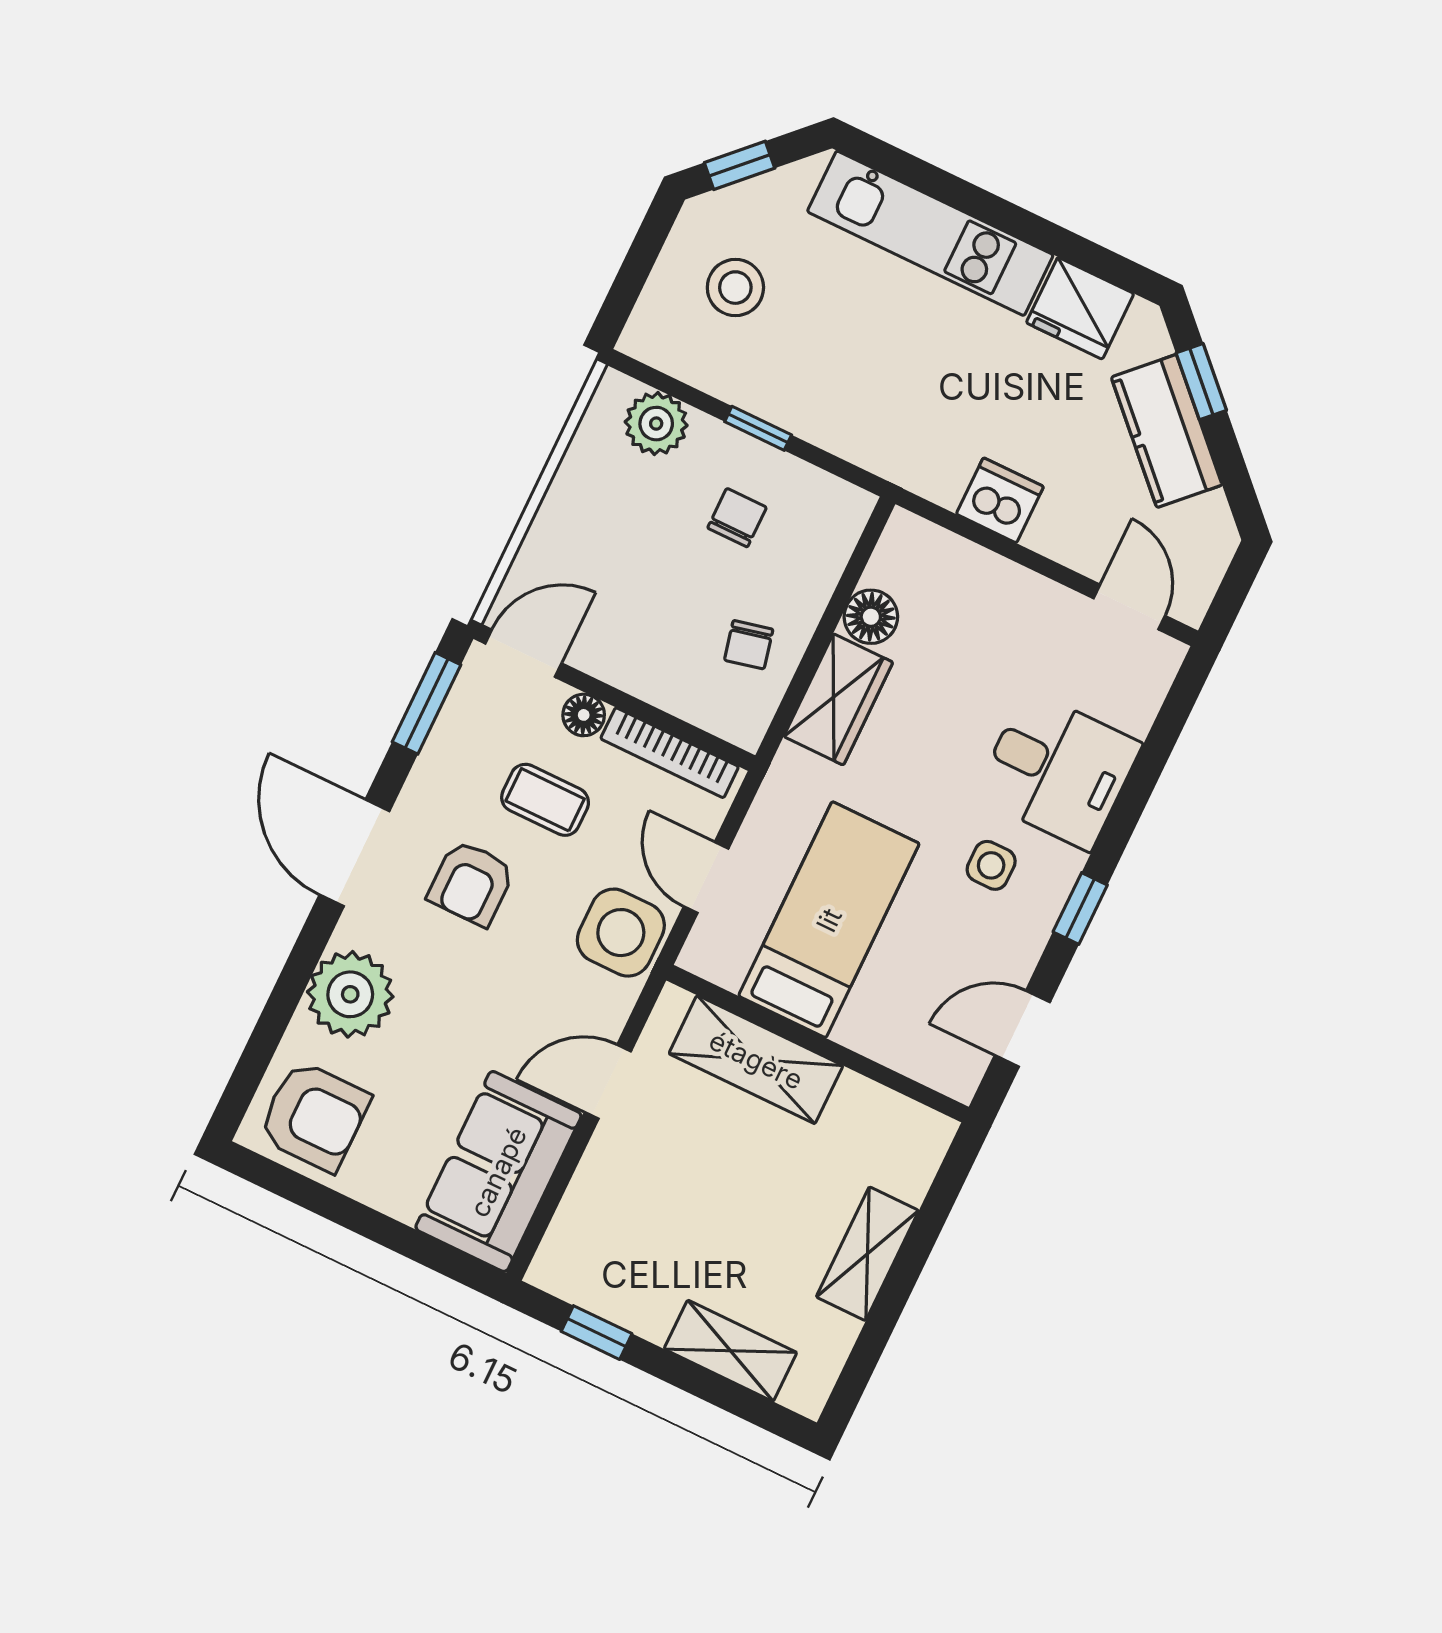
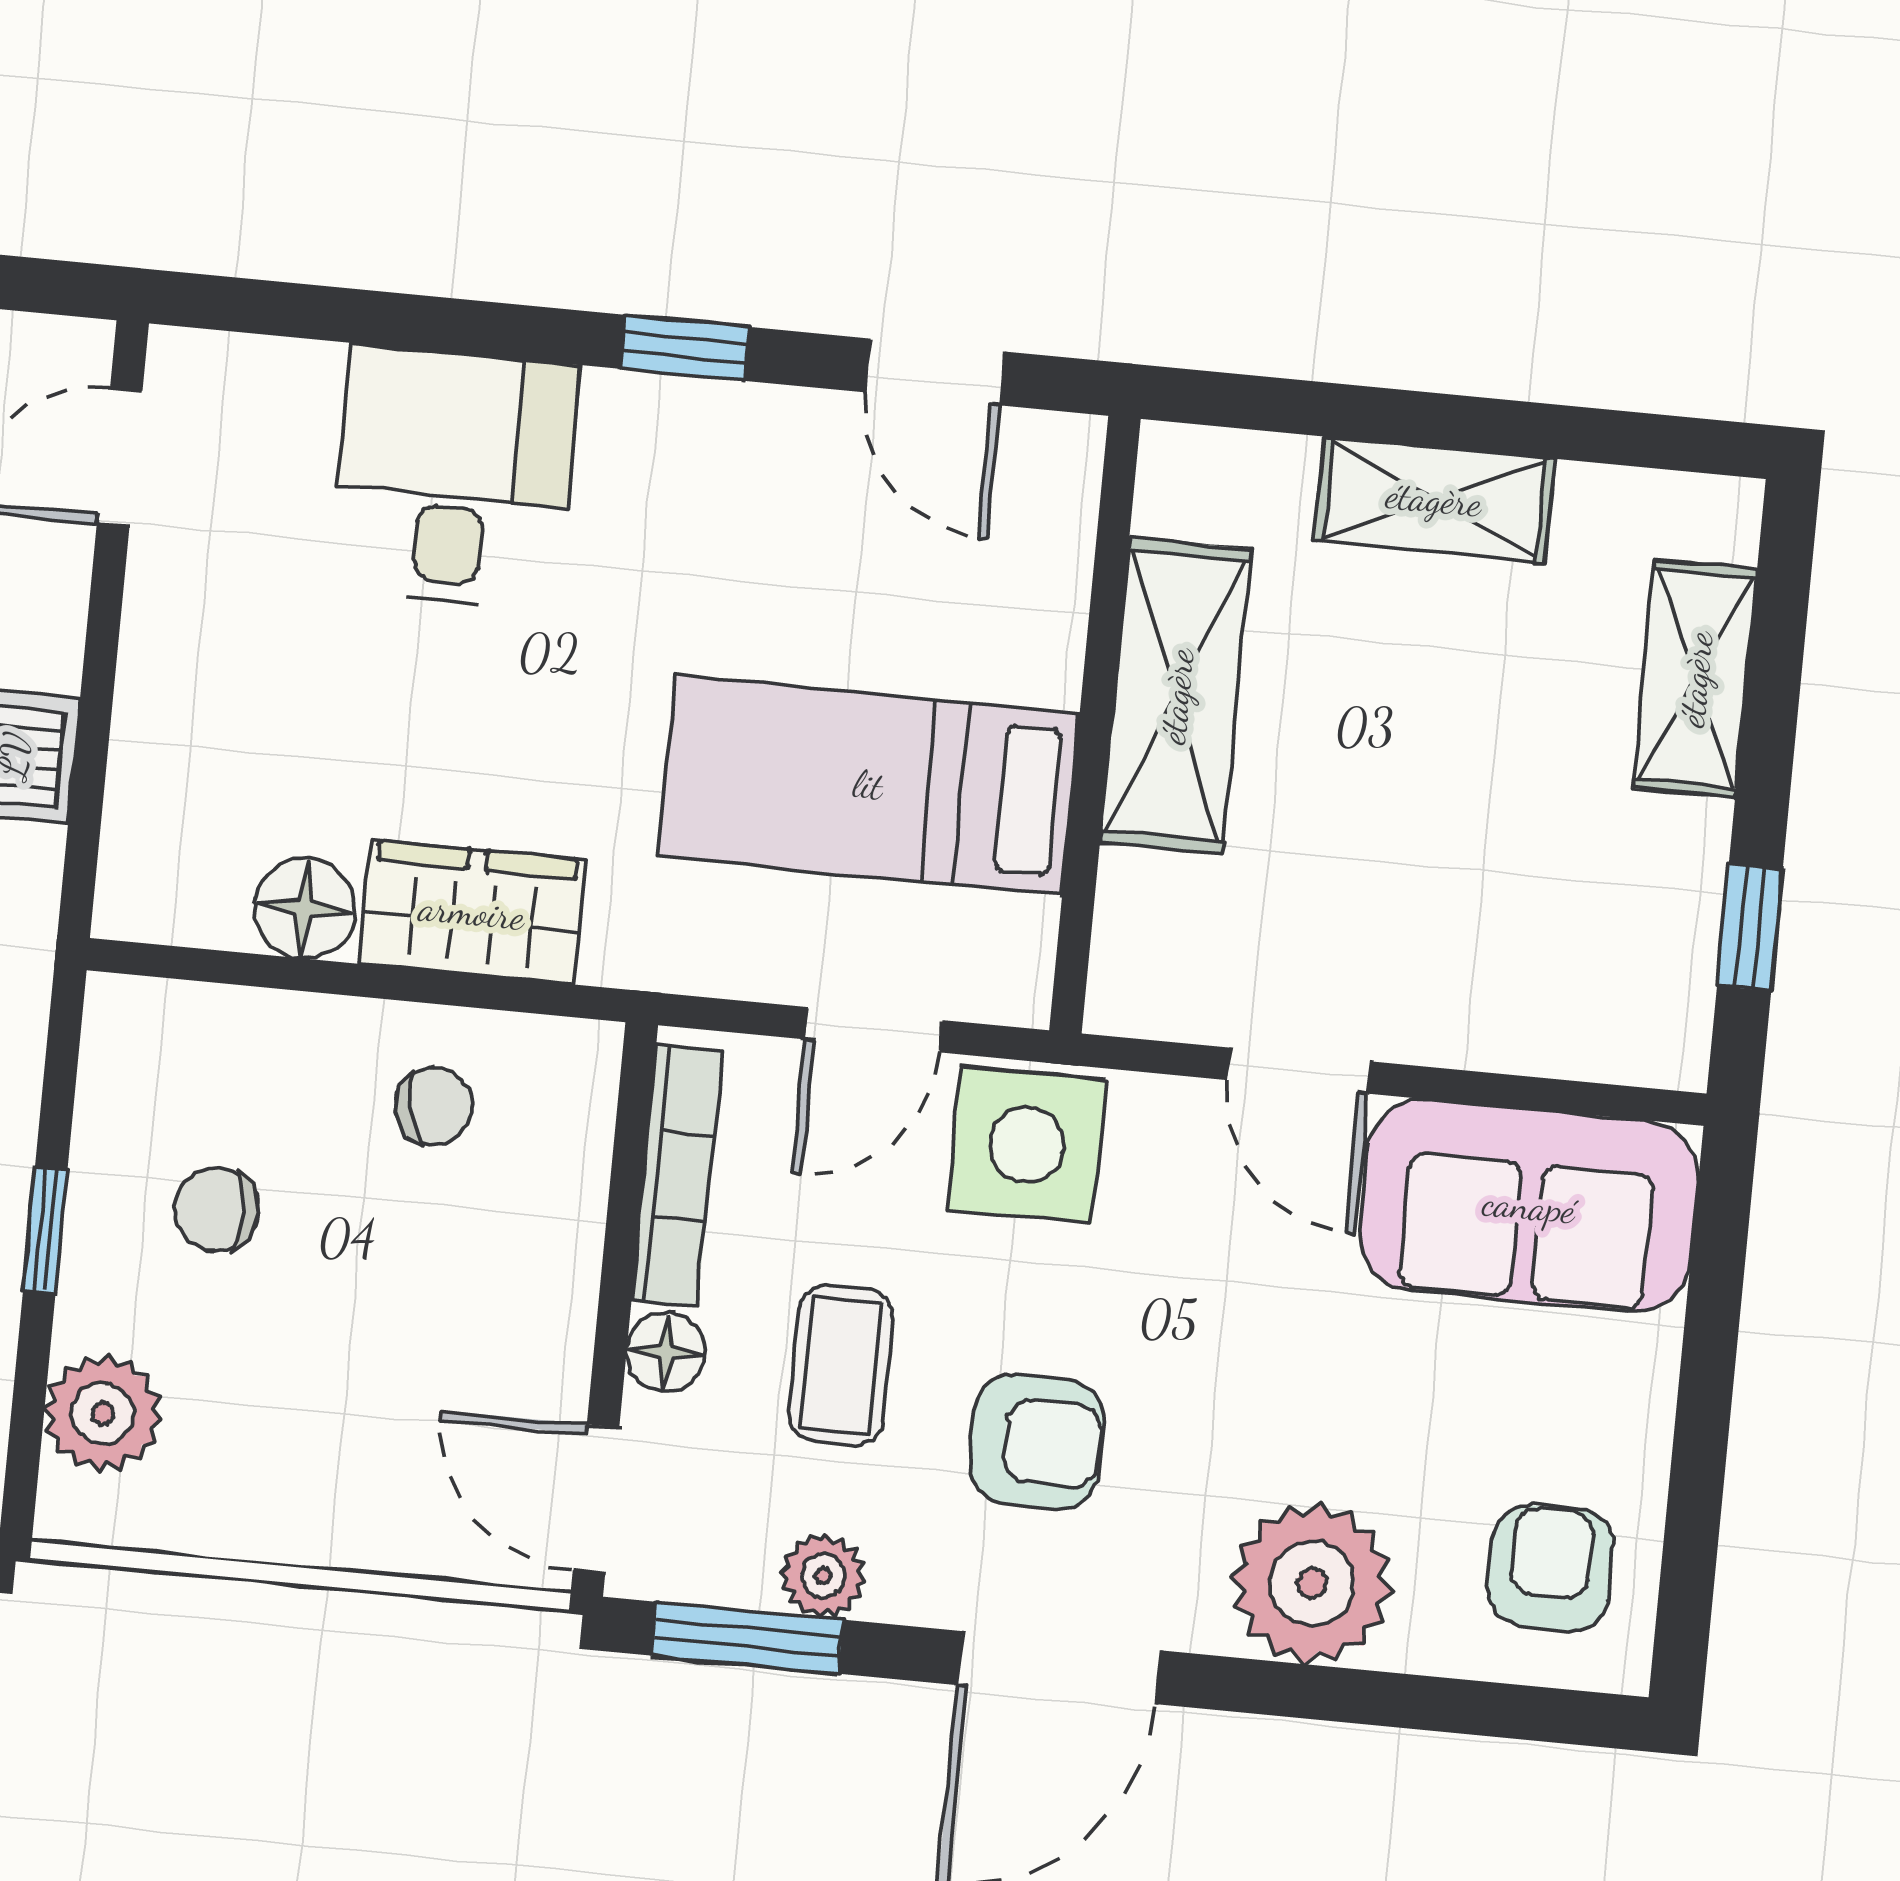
plant: (443, 752) -> (823, 1576), added
side table: (991, 865) -> (667, 534), removed
shelving: (756, 1060) -> (1176, 696), moved
armchair: (314, 1116) -> (1551, 1568), width x0.72, depth x0.72

